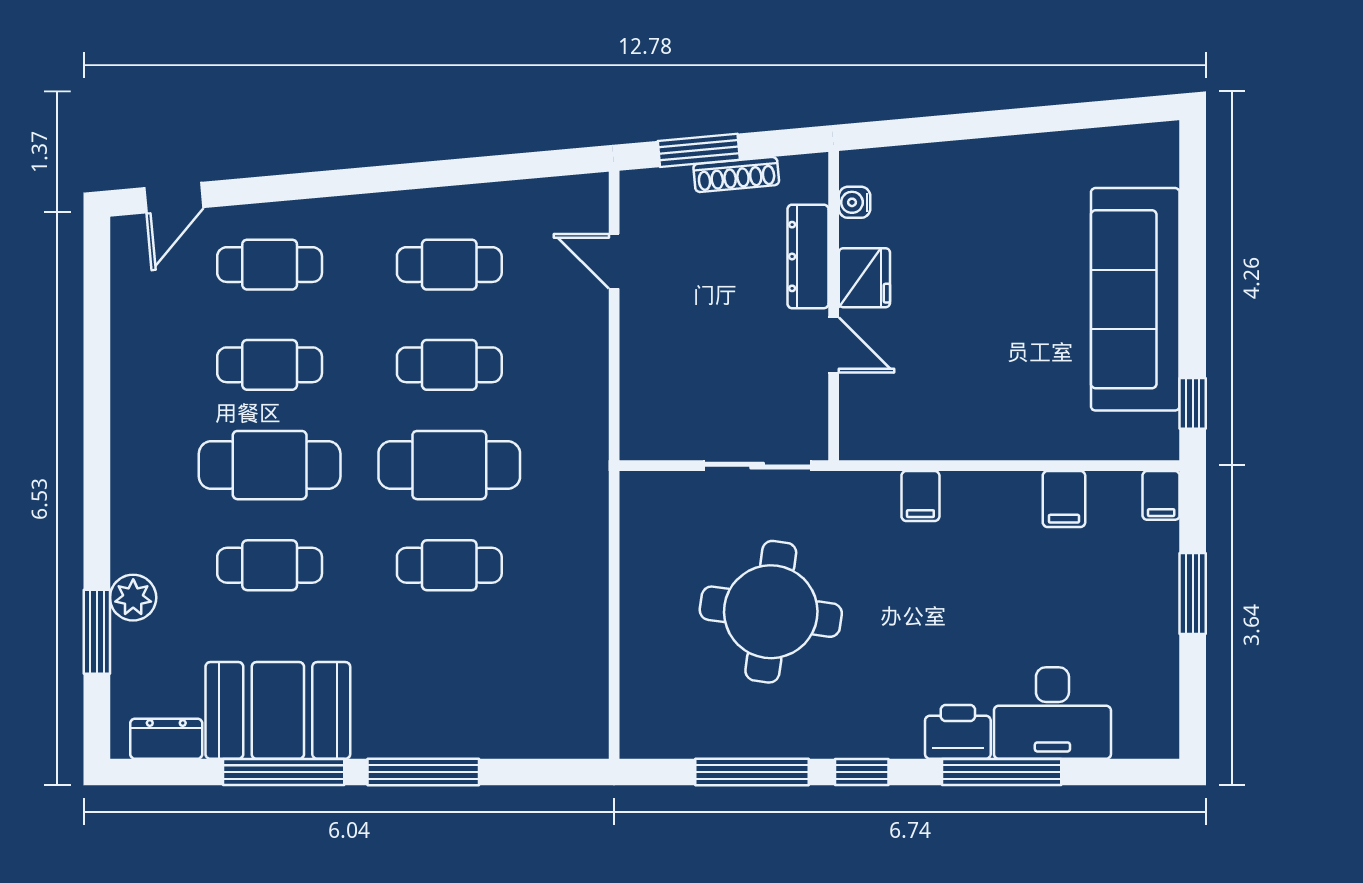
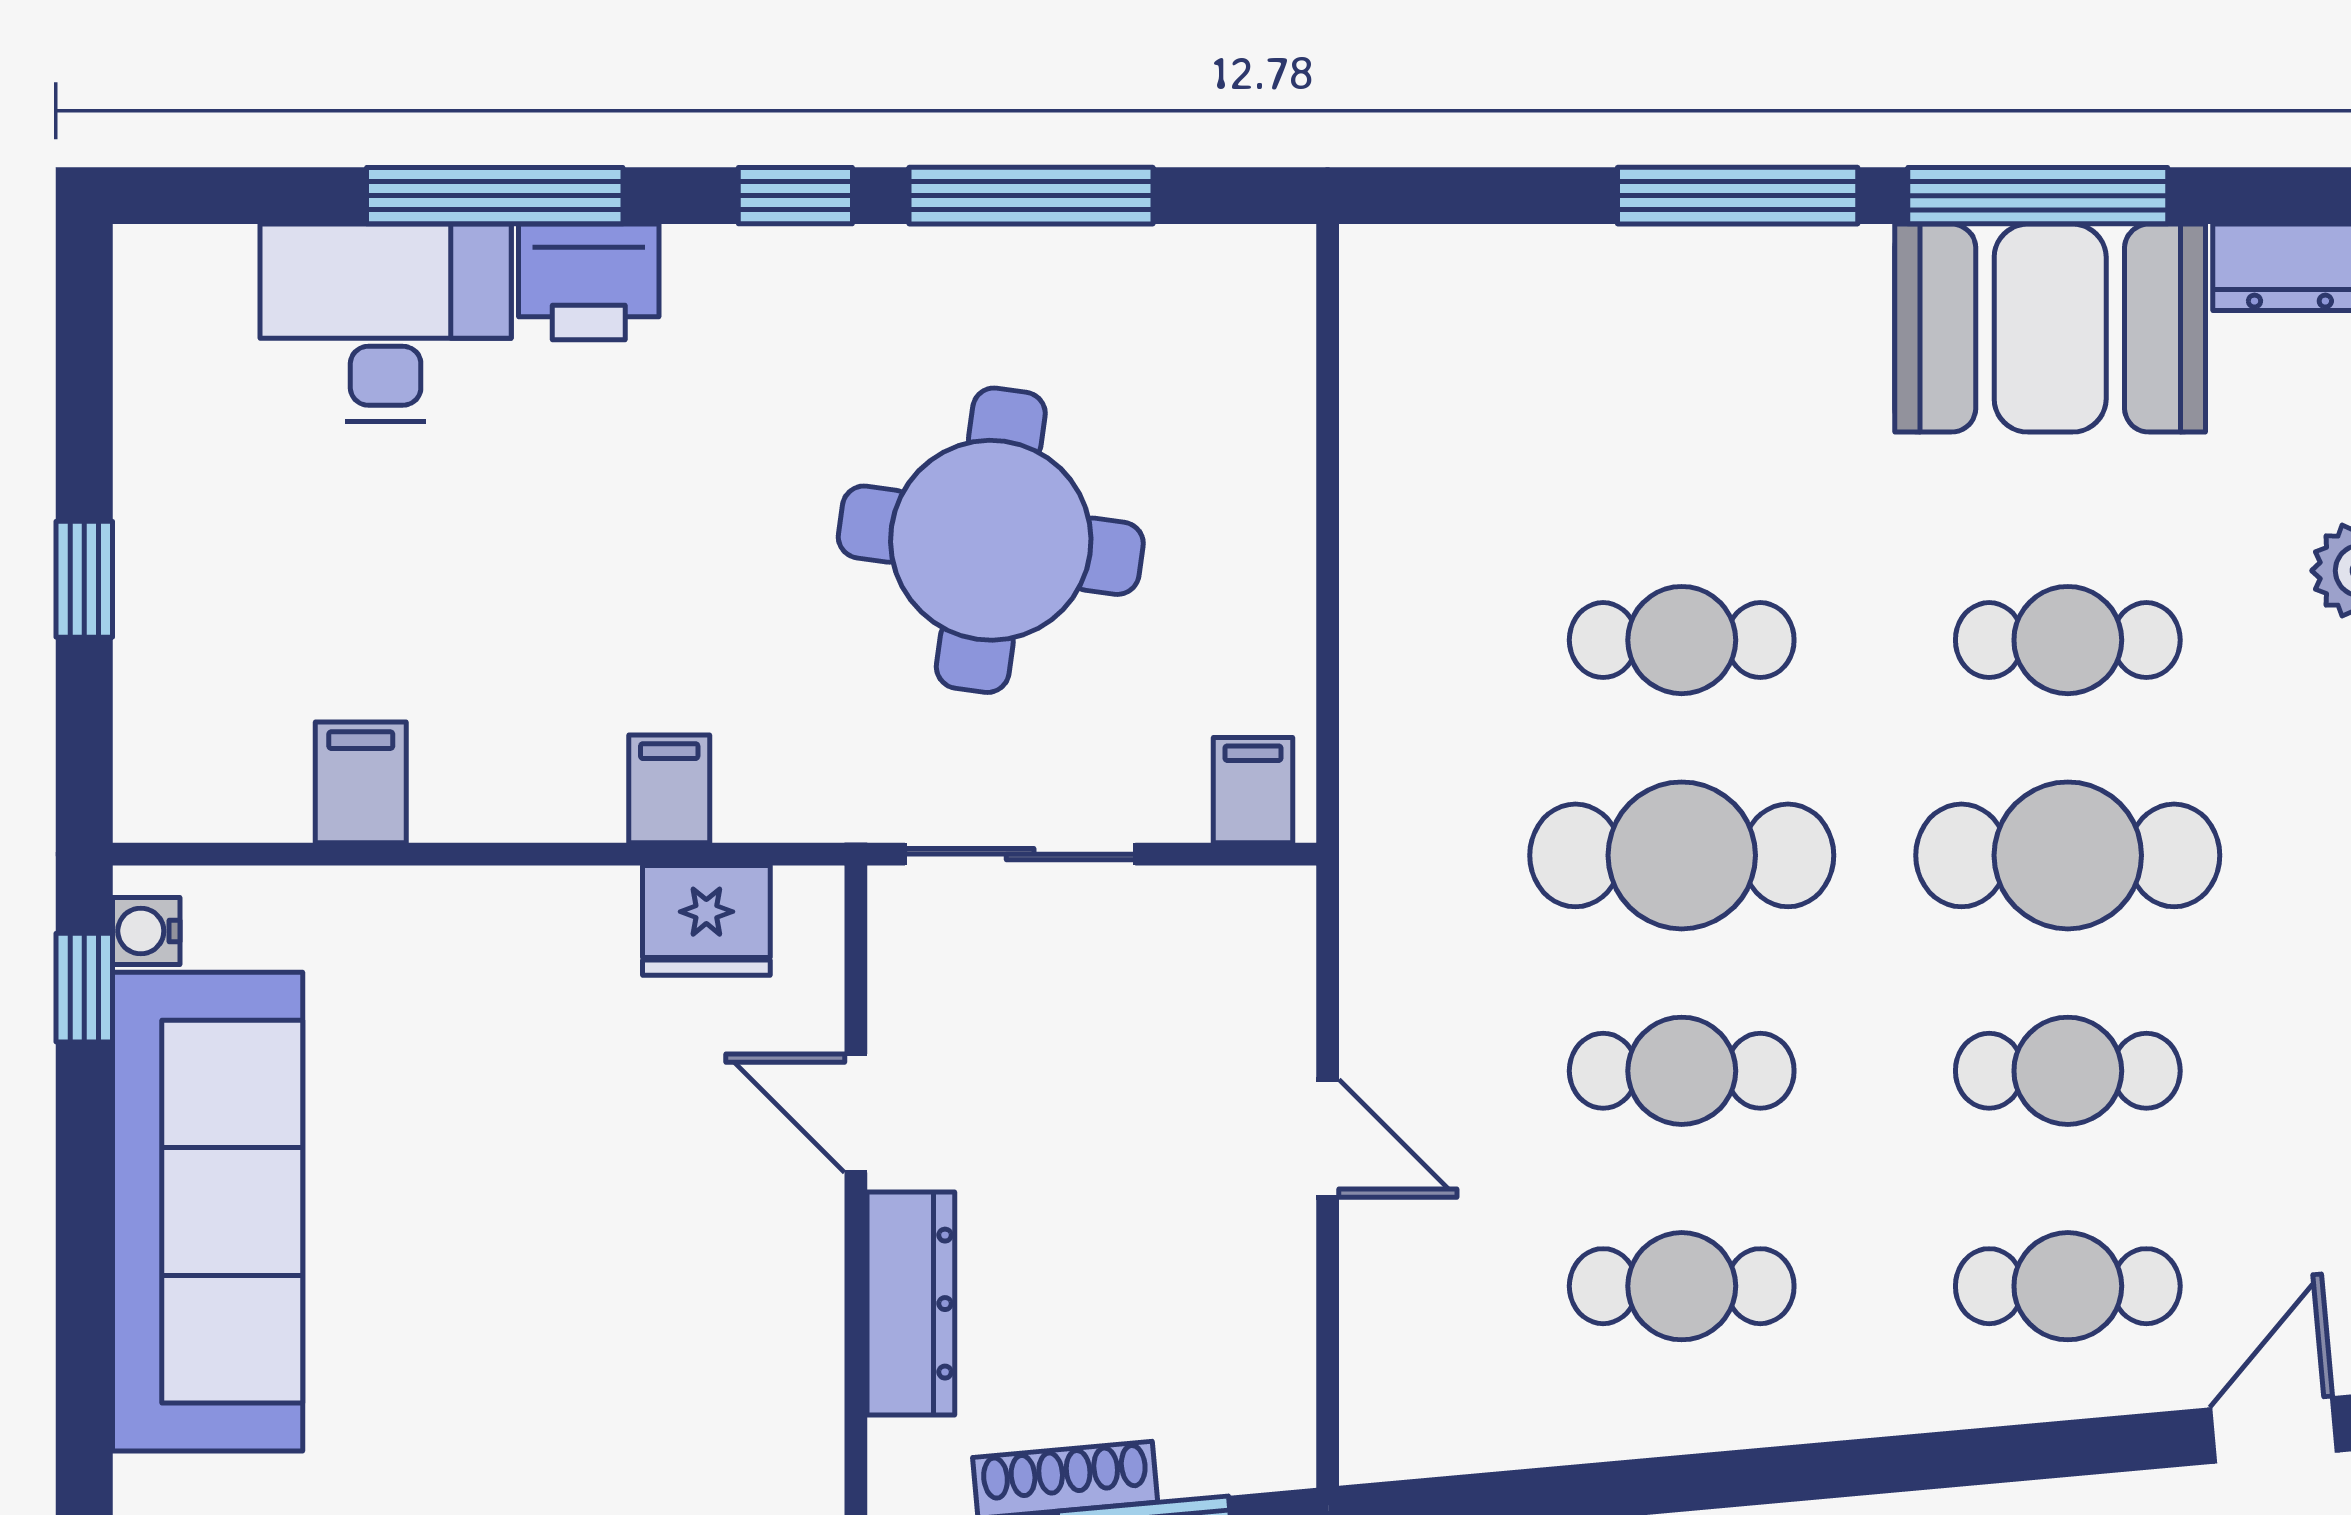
water cooler: (854, 202) -> (146, 931), moved, turned 180
door: (614, 261) -> (1328, 1138), moved
fridge: (864, 278) -> (706, 920), moved, turned -90
filing cabinet: (1161, 495) -> (1253, 790), moved
window: (1193, 594) -> (84, 579), width x0.67

